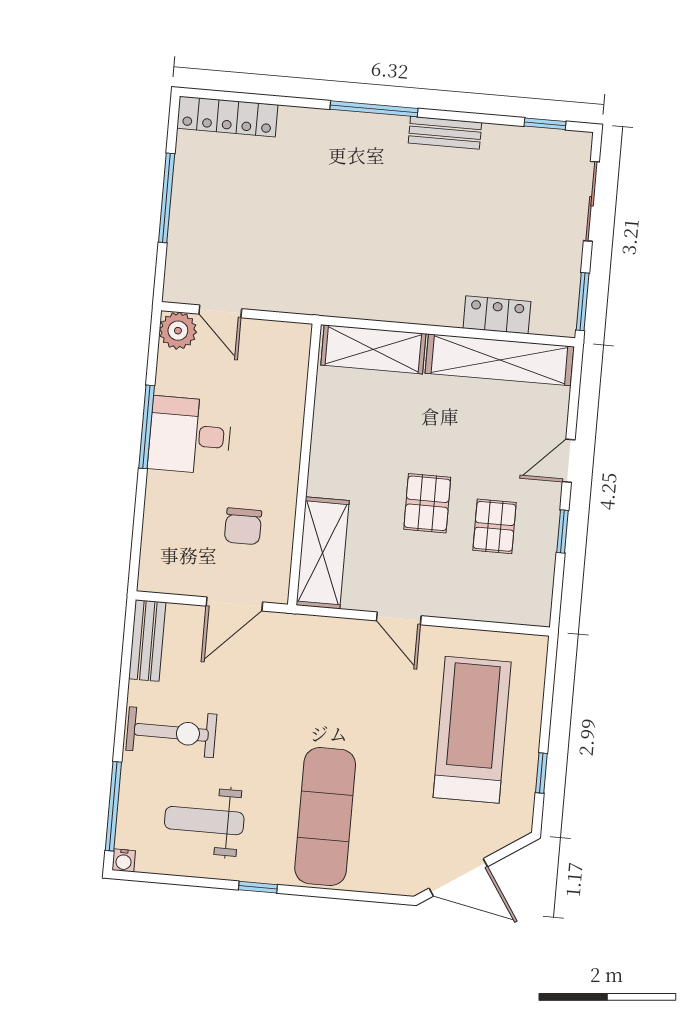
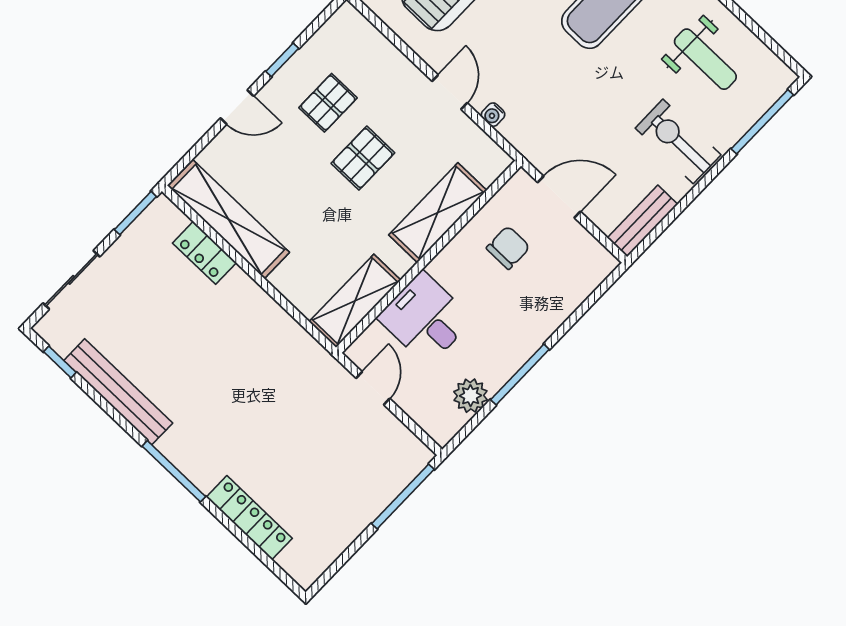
locker: (227, 117) -> (249, 518), moved
bench: (445, 133) -> (118, 392), width x1.86, depth x1.21
window: (167, 198) -> (403, 497), moved
door: (220, 311) -> (373, 388), moved
plant: (178, 331) -> (470, 396), moved
shelving: (373, 349) -> (355, 301), moved, turned 90
desk: (190, 435) -> (425, 318), moved, turned 180
shelving: (323, 553) -> (438, 213), moved
water cooler: (124, 860) -> (493, 115), moved, turned 180

